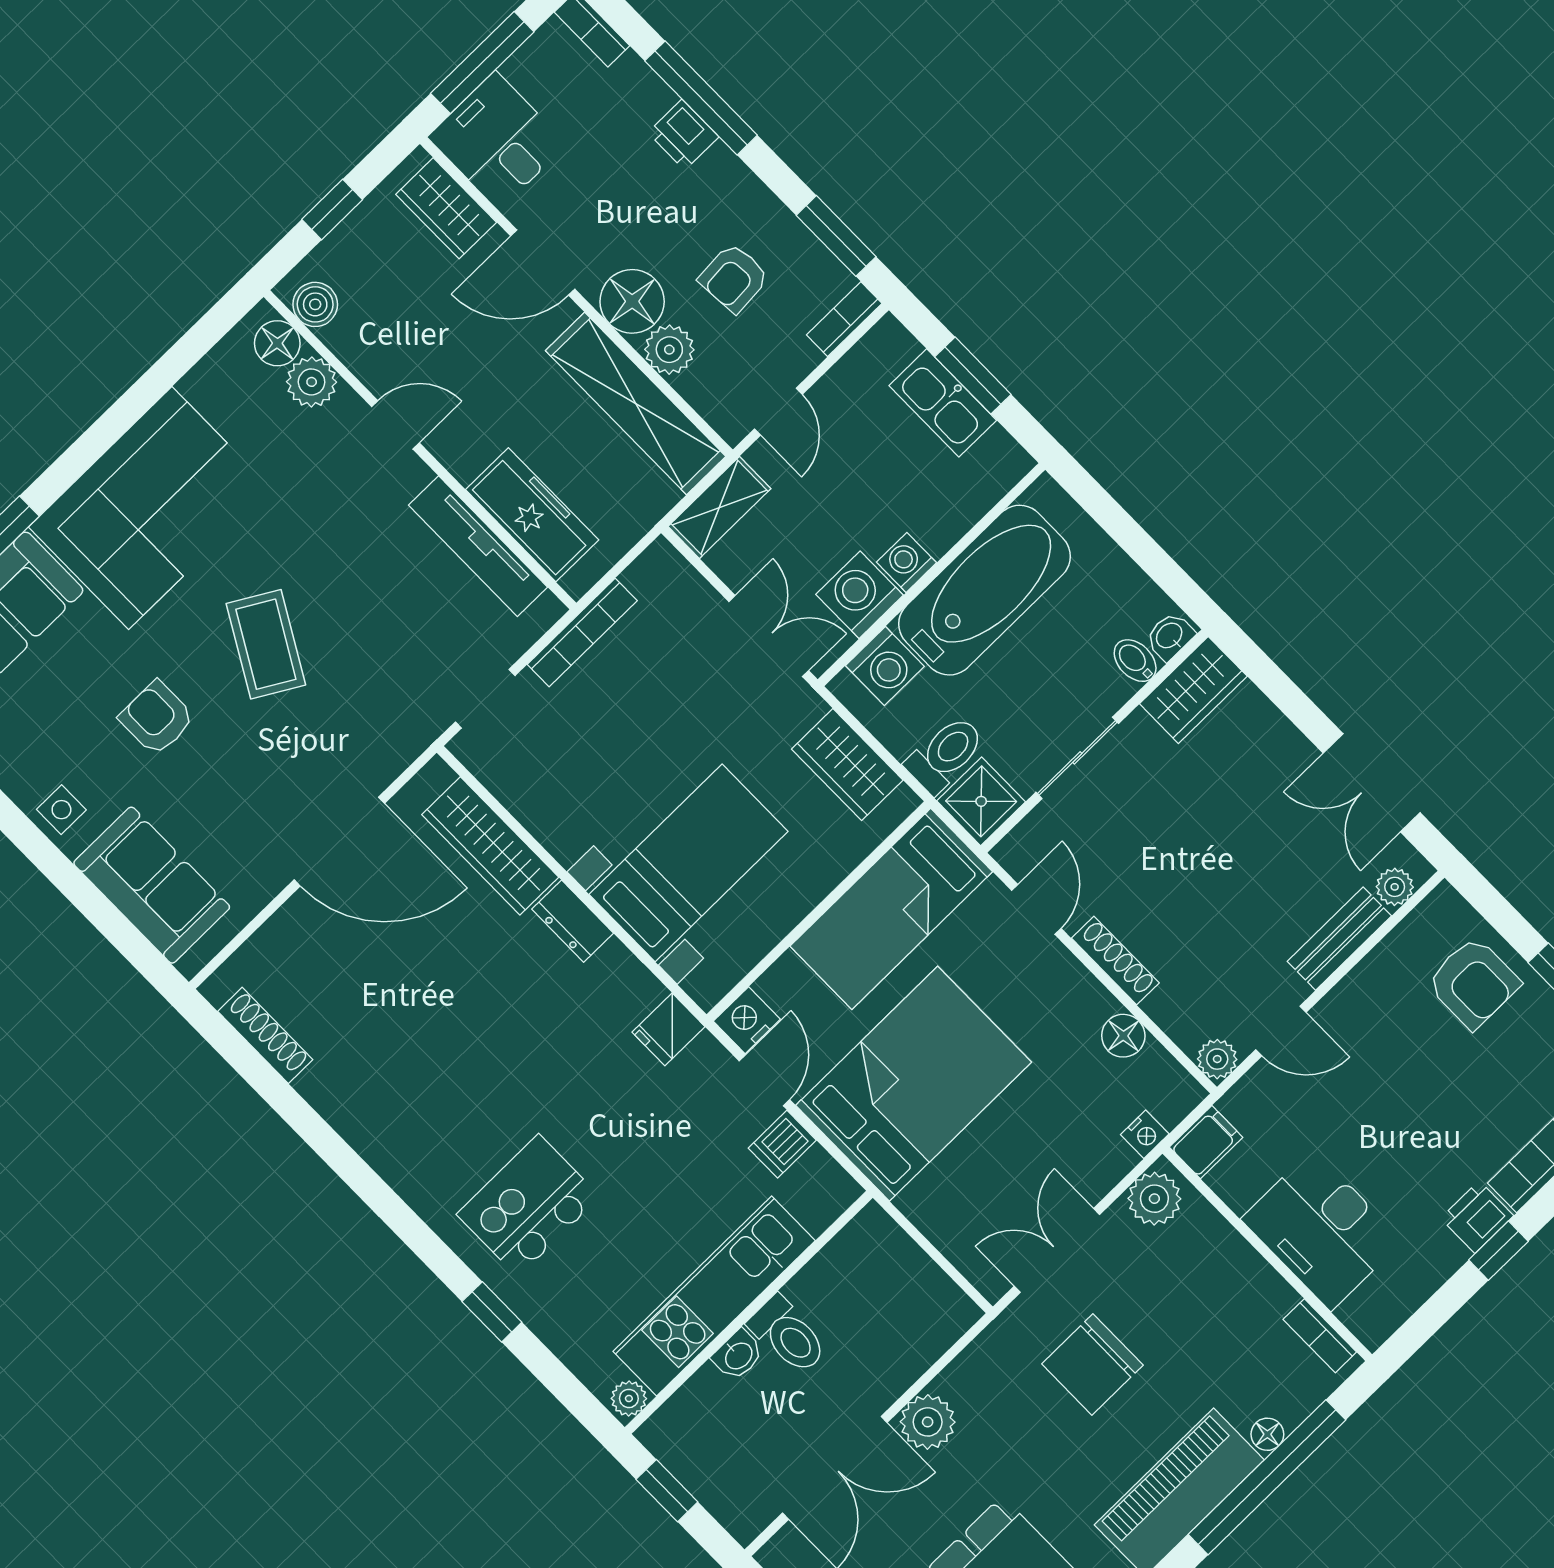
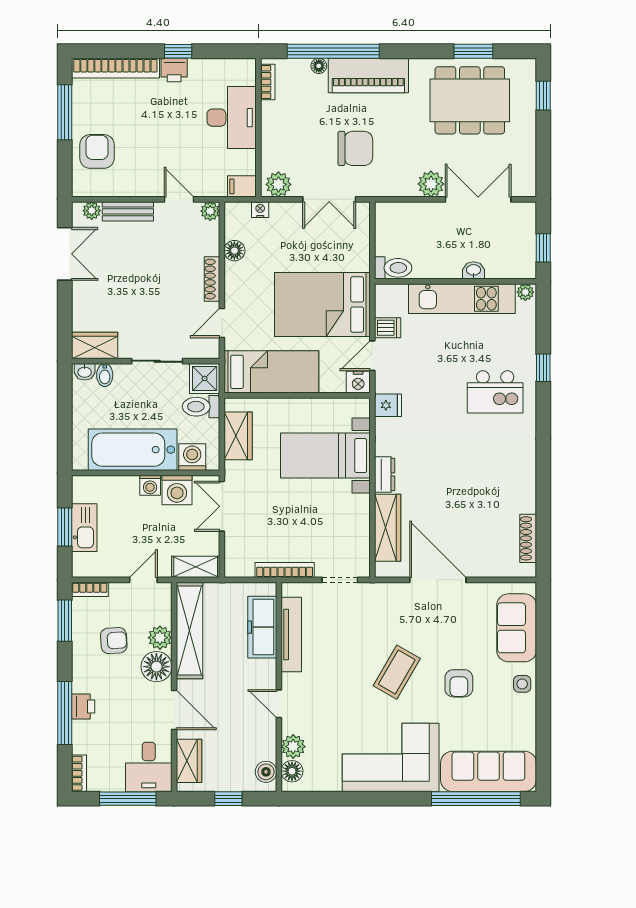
toilet: (788, 1335) -> (393, 268), moved, turned 90

